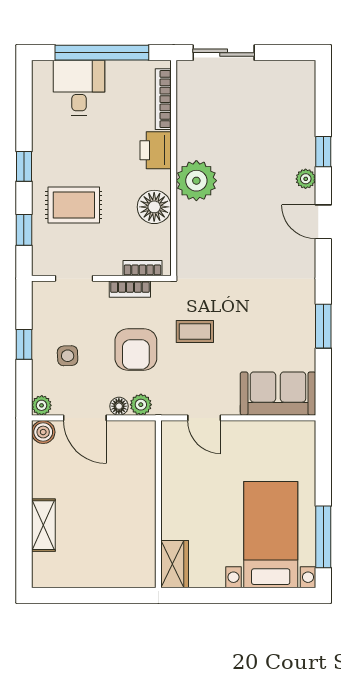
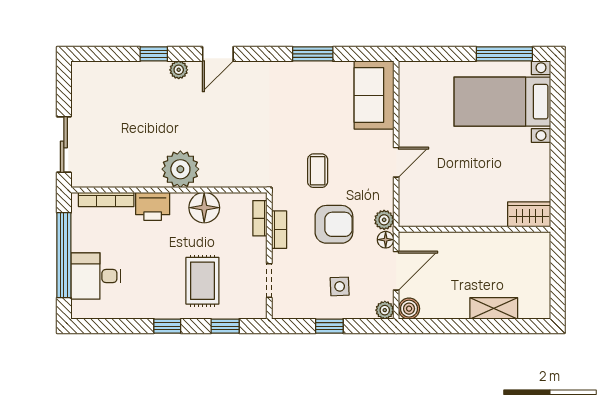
wall: (158, 504) -> (475, 229), moved
wardrobe: (175, 564) -> (529, 214), moved

